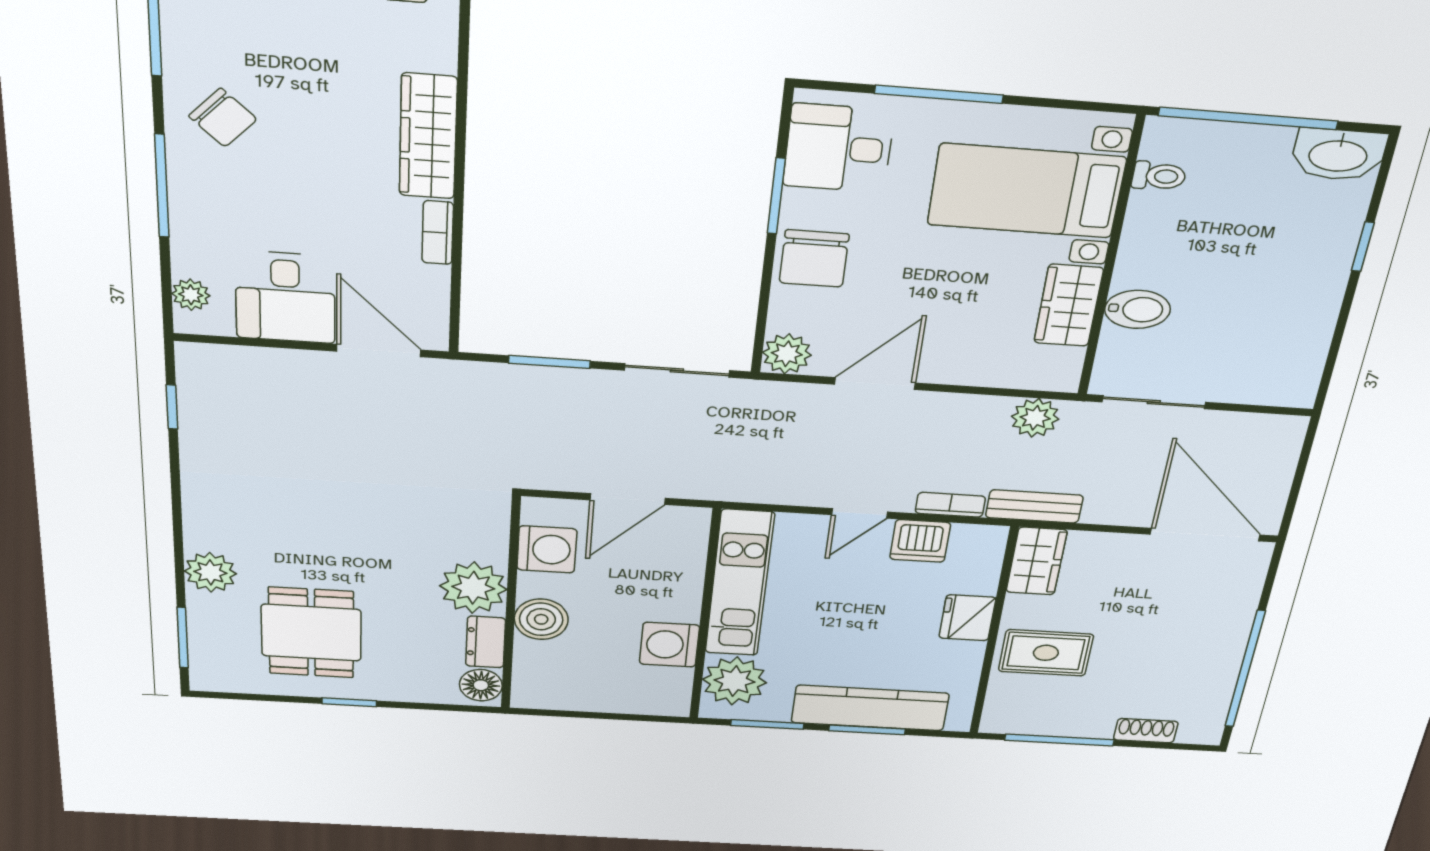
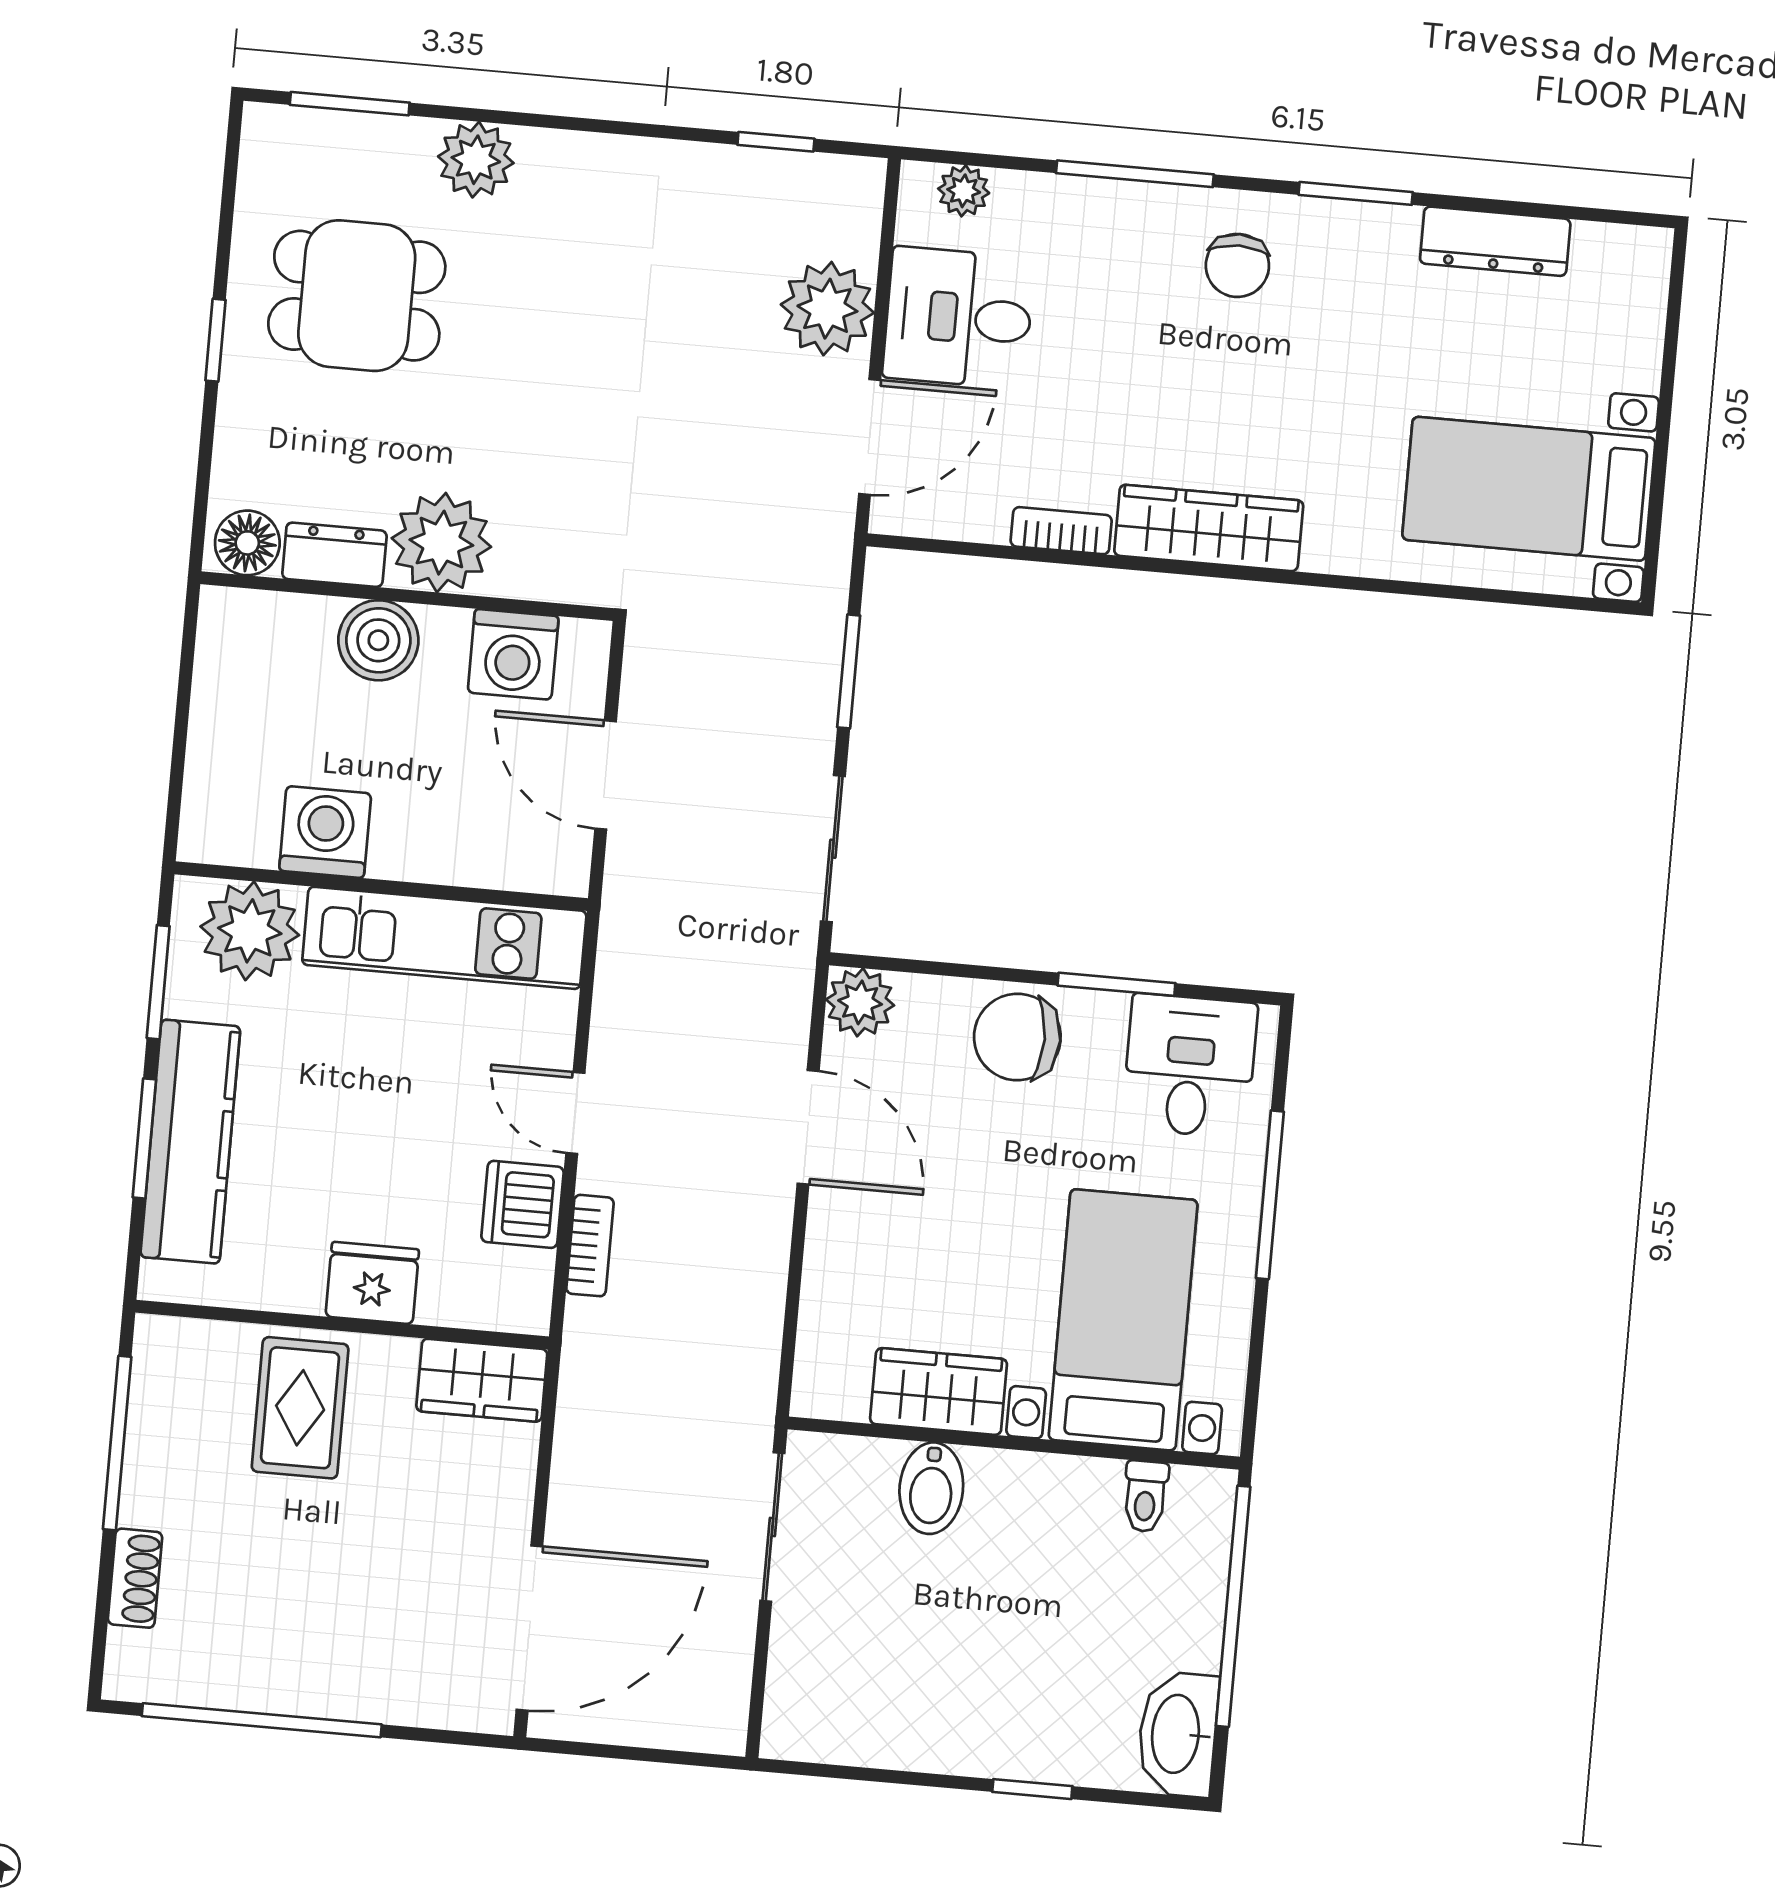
chair: (223, 118) -> (1237, 265), turned -43
plant: (1035, 418) -> (827, 309), moved, width x1.36, depth x1.36
bench: (1034, 506) -> (585, 1369), removed

